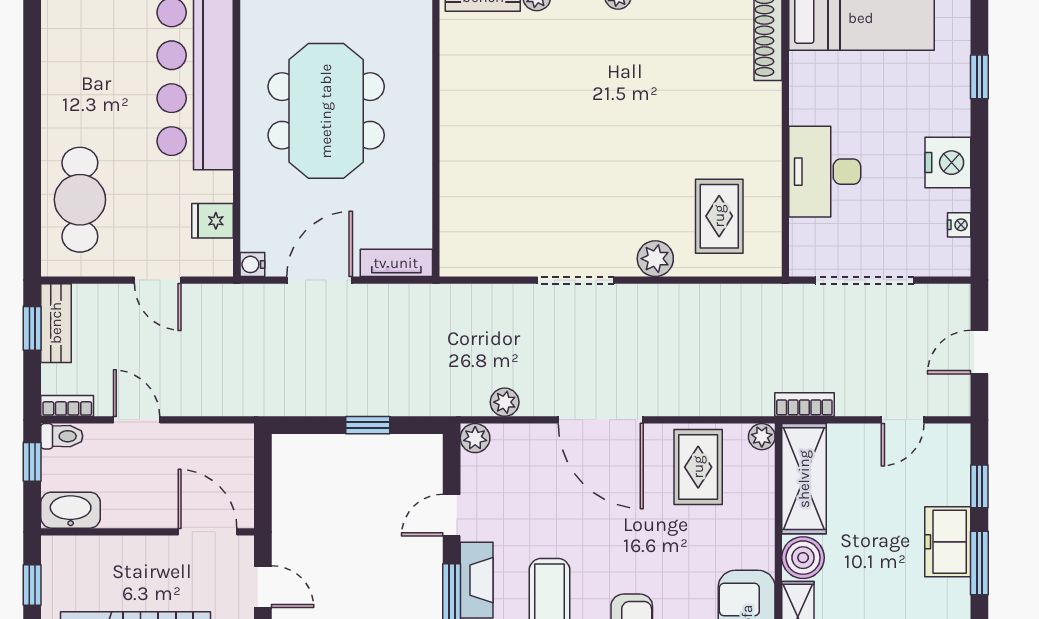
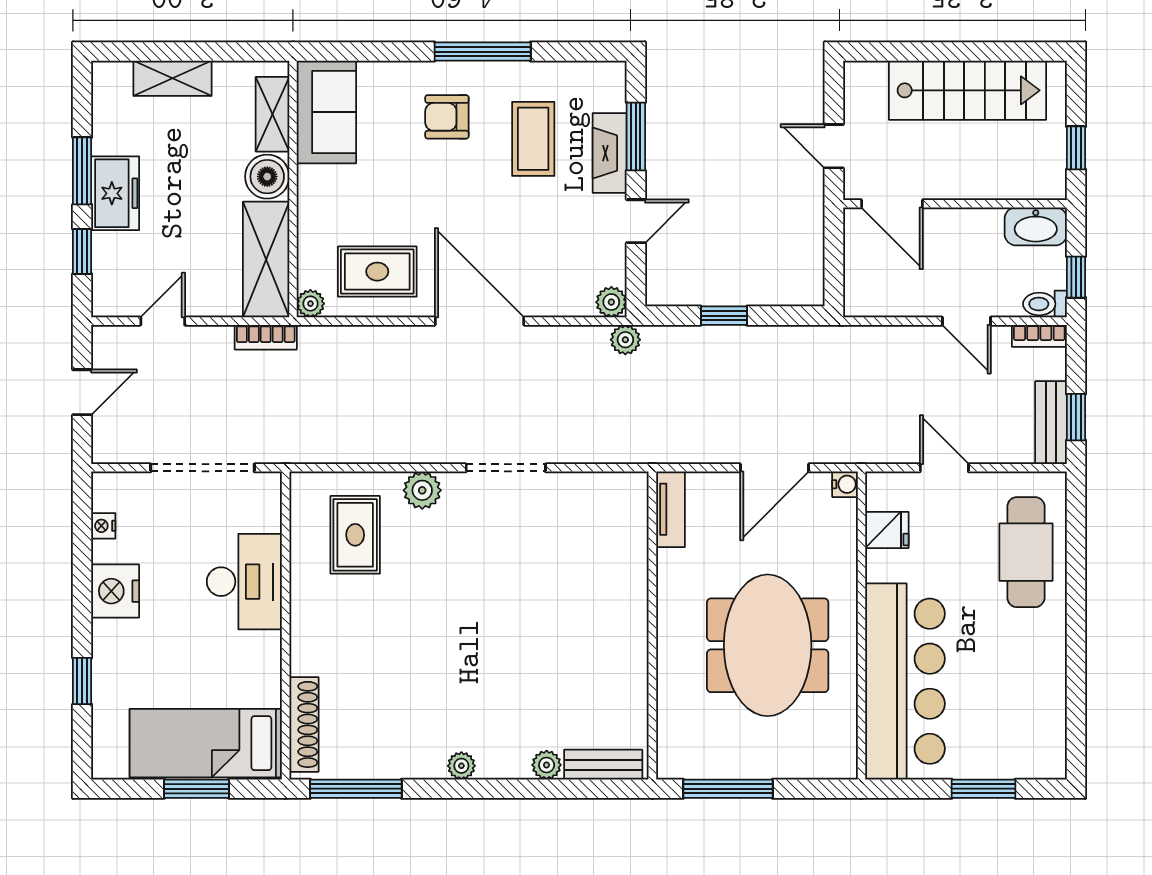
tv unit: (396, 263) -> (670, 509), moved, turned -90
plant: (505, 402) -> (625, 340), moved
rug: (698, 467) -> (377, 272), turned 90

